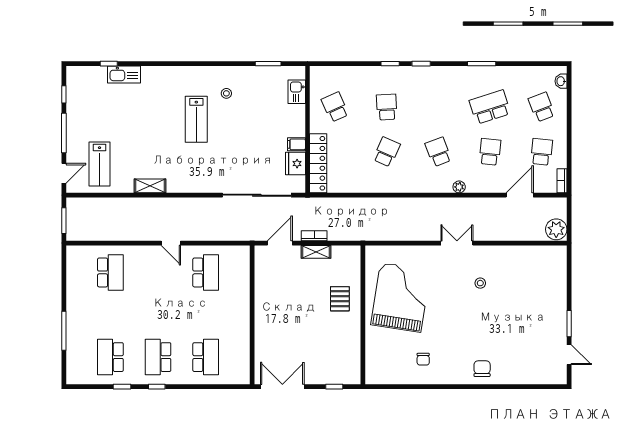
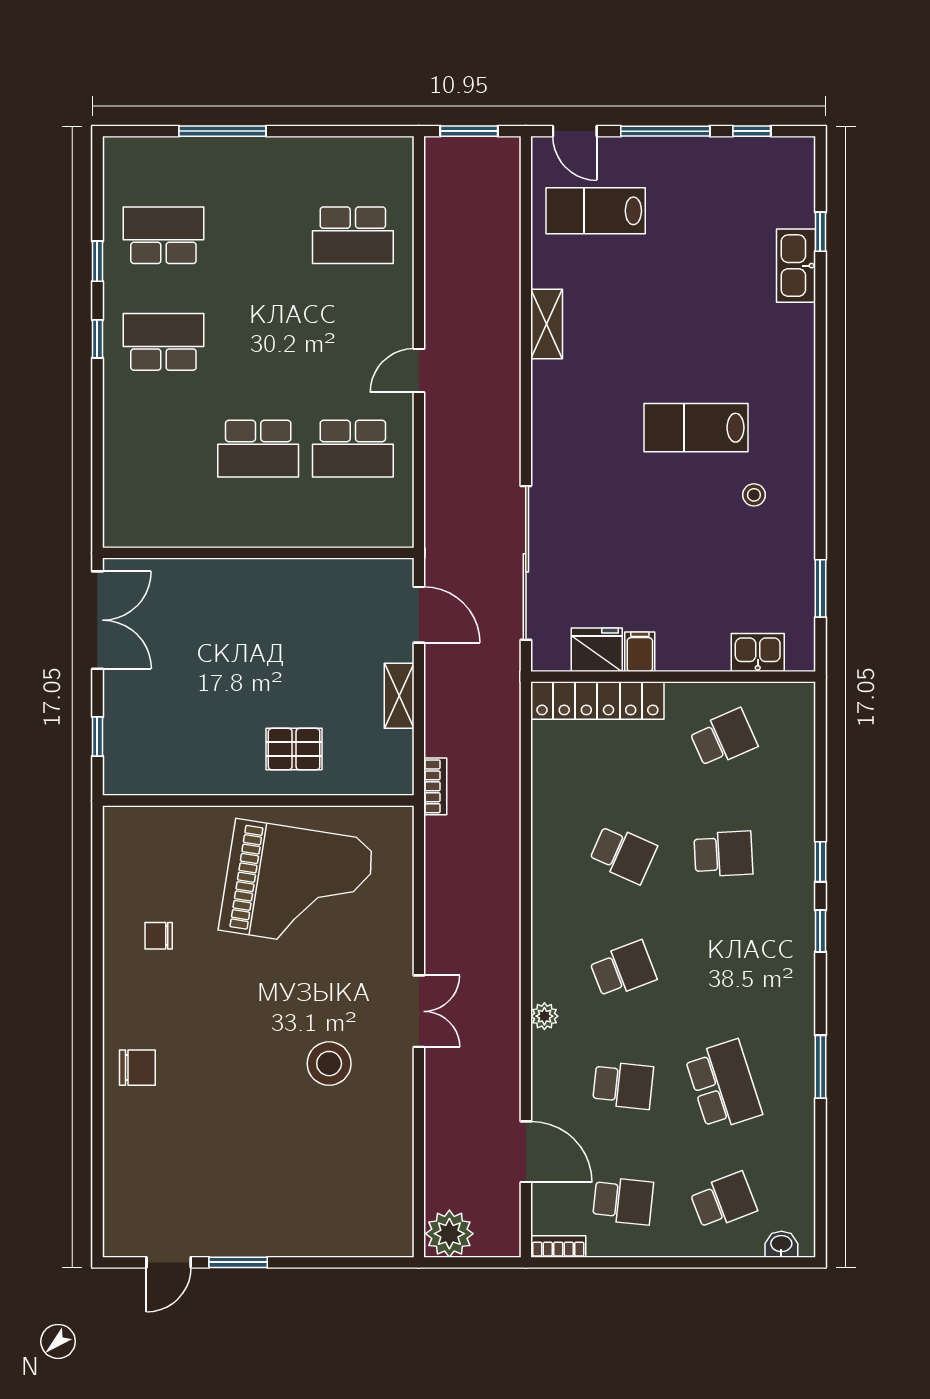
bookcase: (314, 236) -> (435, 786), moved
stool: (480, 283) -> (329, 1064), width x1.89, depth x1.89
school desk: (206, 357) -> (258, 449), moved

